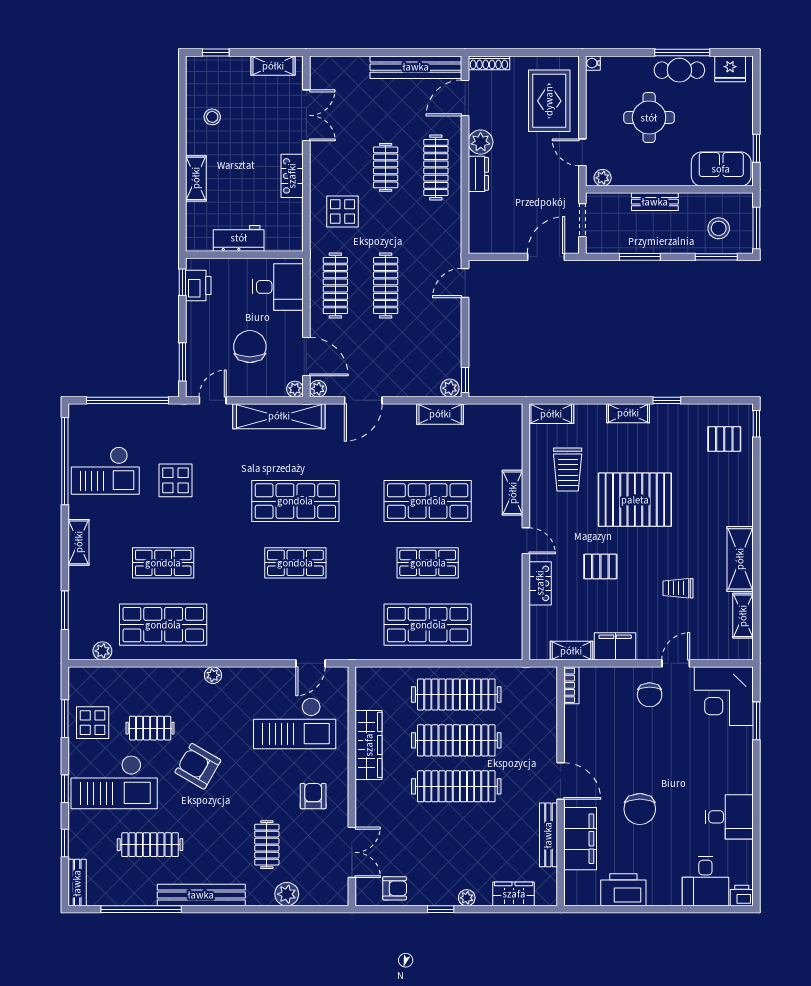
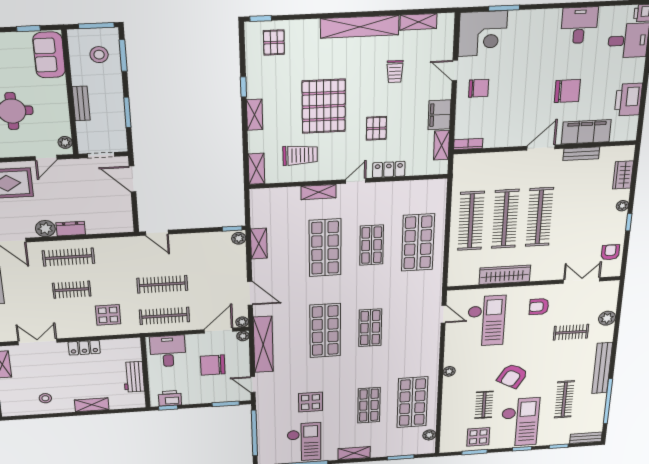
shelving: (740, 559) -> (360, 27), width x1.47
bench: (548, 835) -> (581, 154), width x0.73

